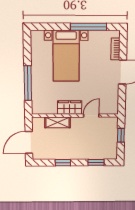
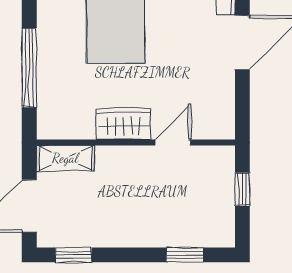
shelving: (57, 122) -> (65, 158), moved
window: (63, 163) -> (73, 255), moved

